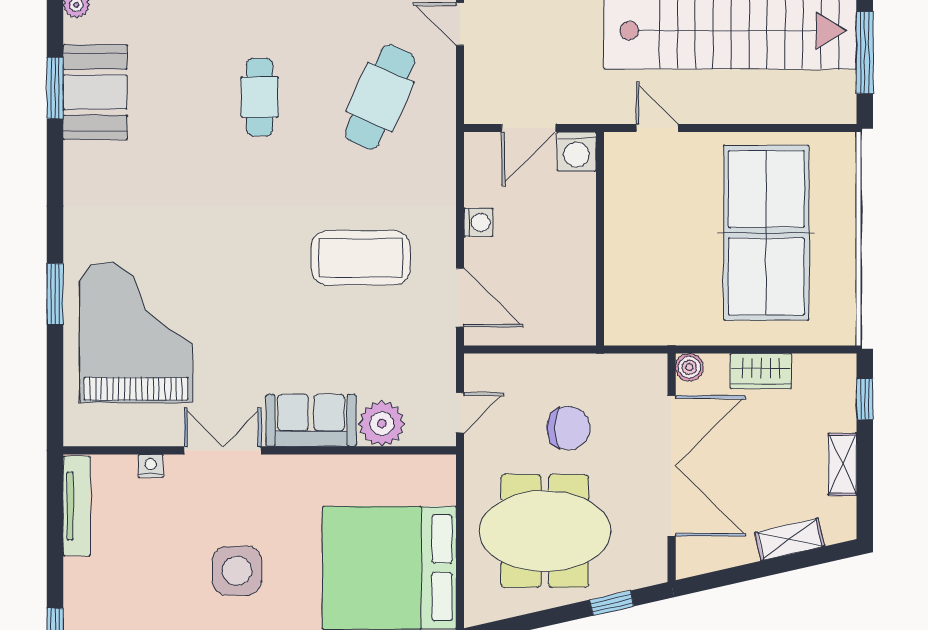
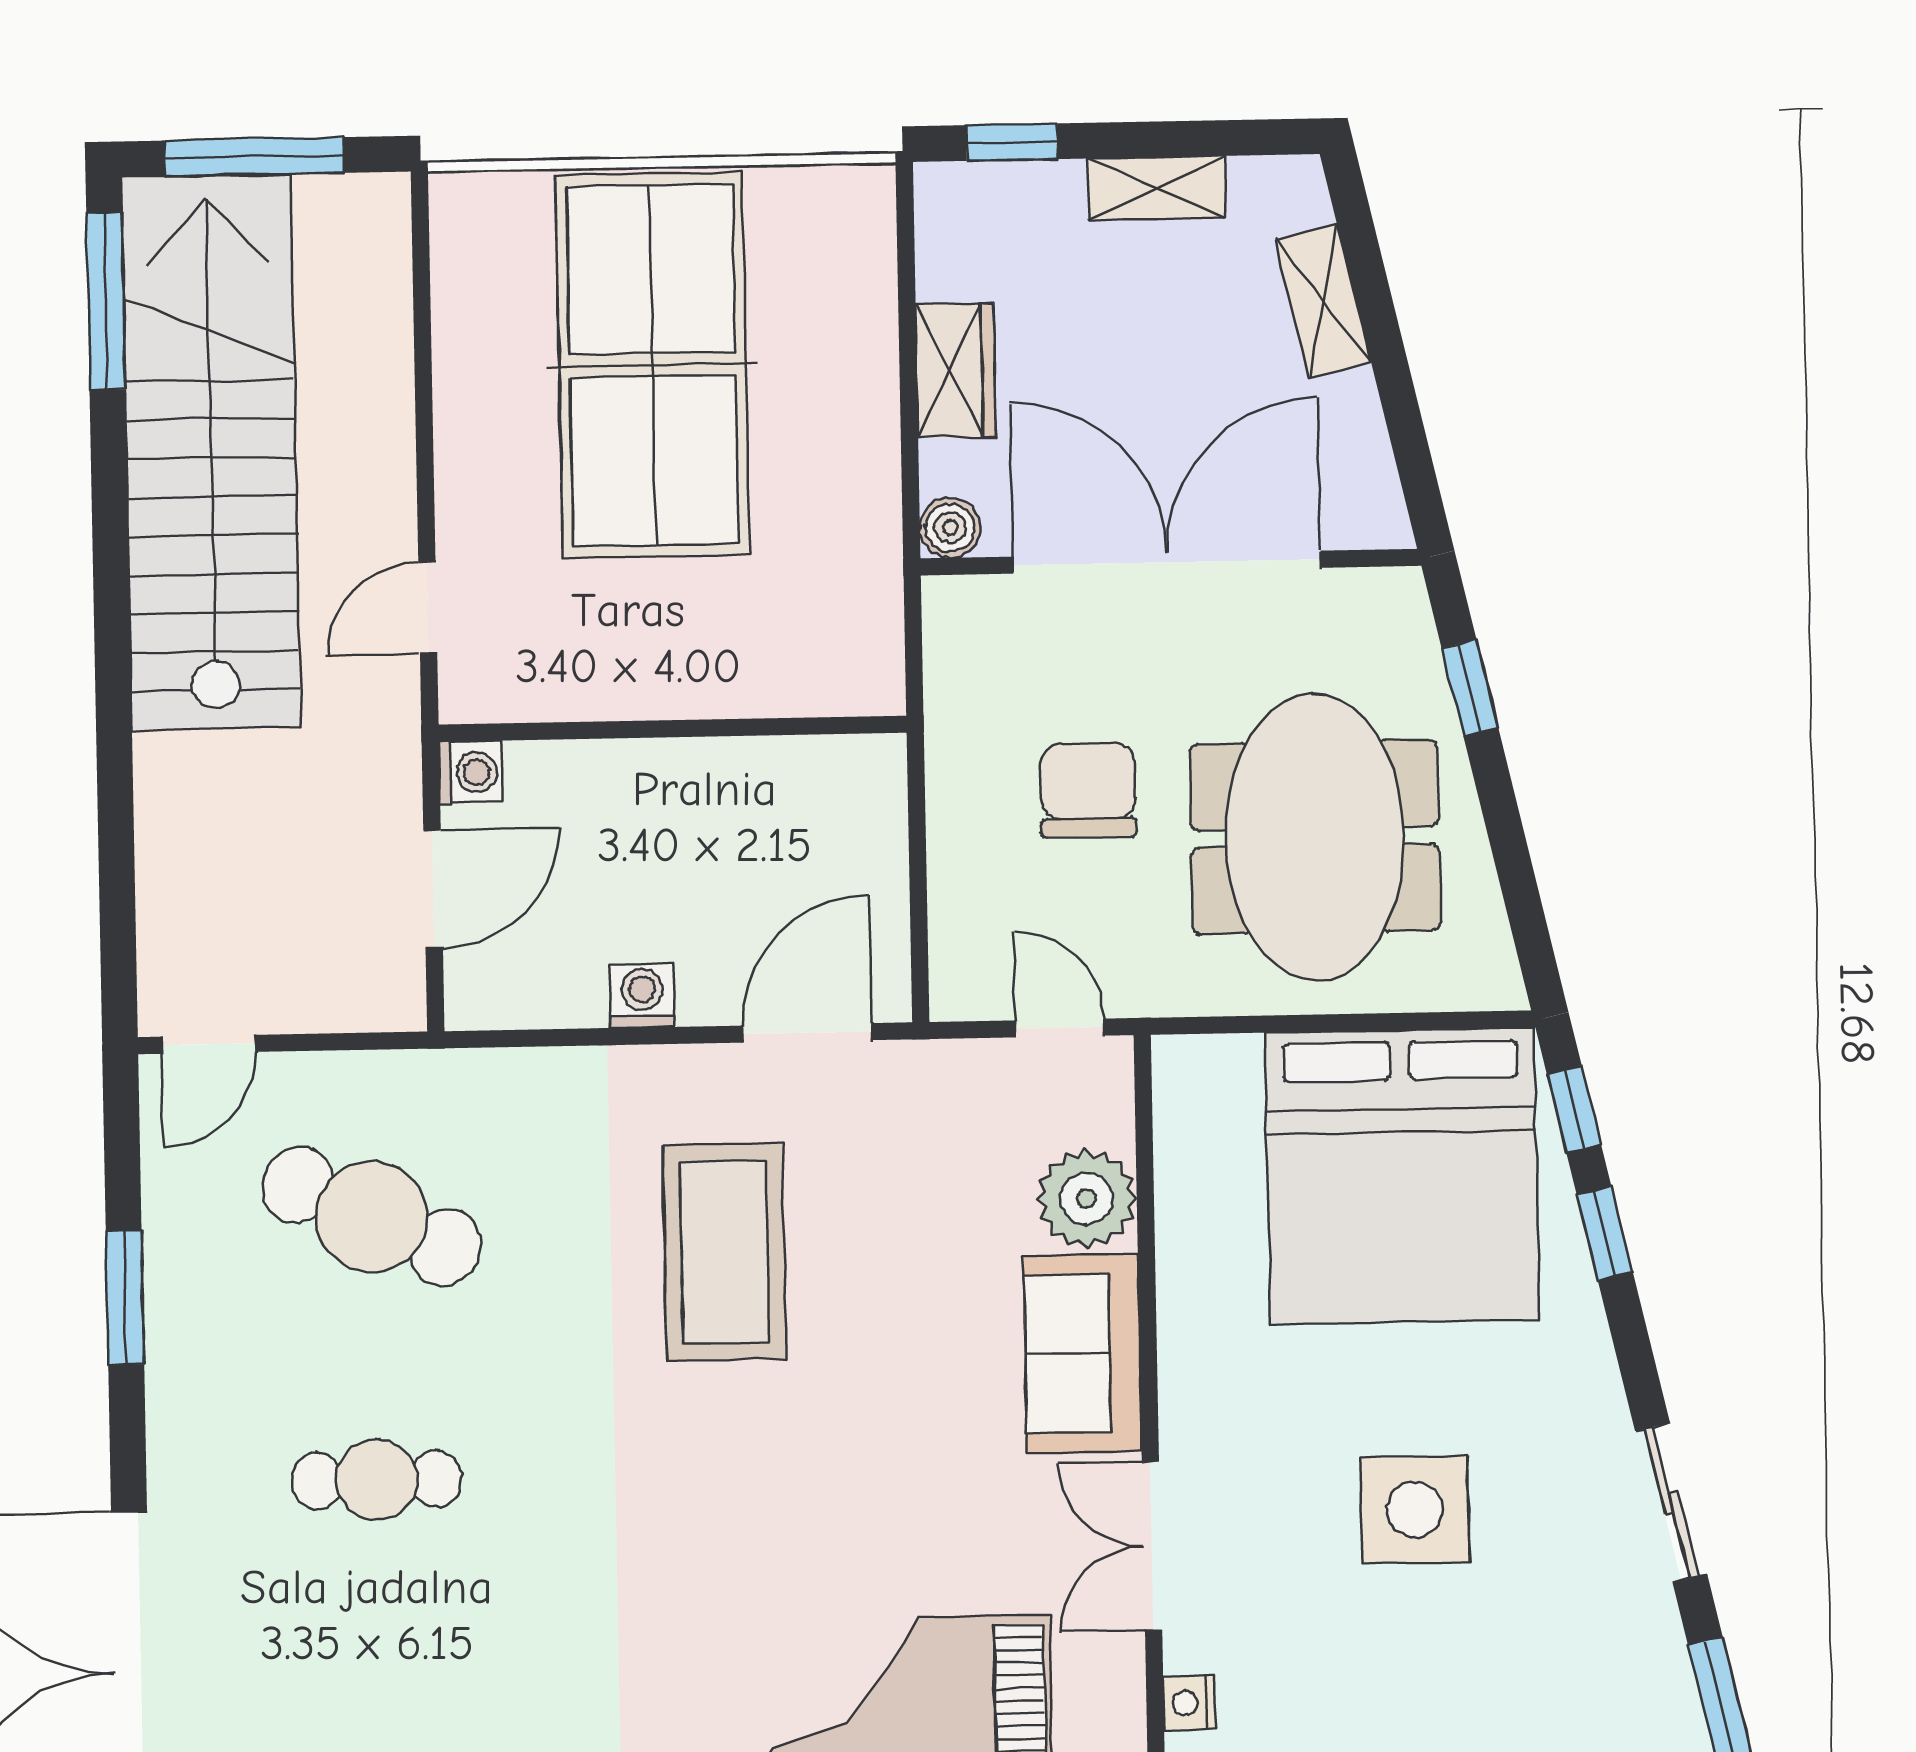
door: (529, 128) -> (433, 889), hinge flipped
washing machine: (577, 151) -> (470, 772), width x0.73, depth x0.73
table tennis table: (766, 233) -> (653, 365), turned 90

